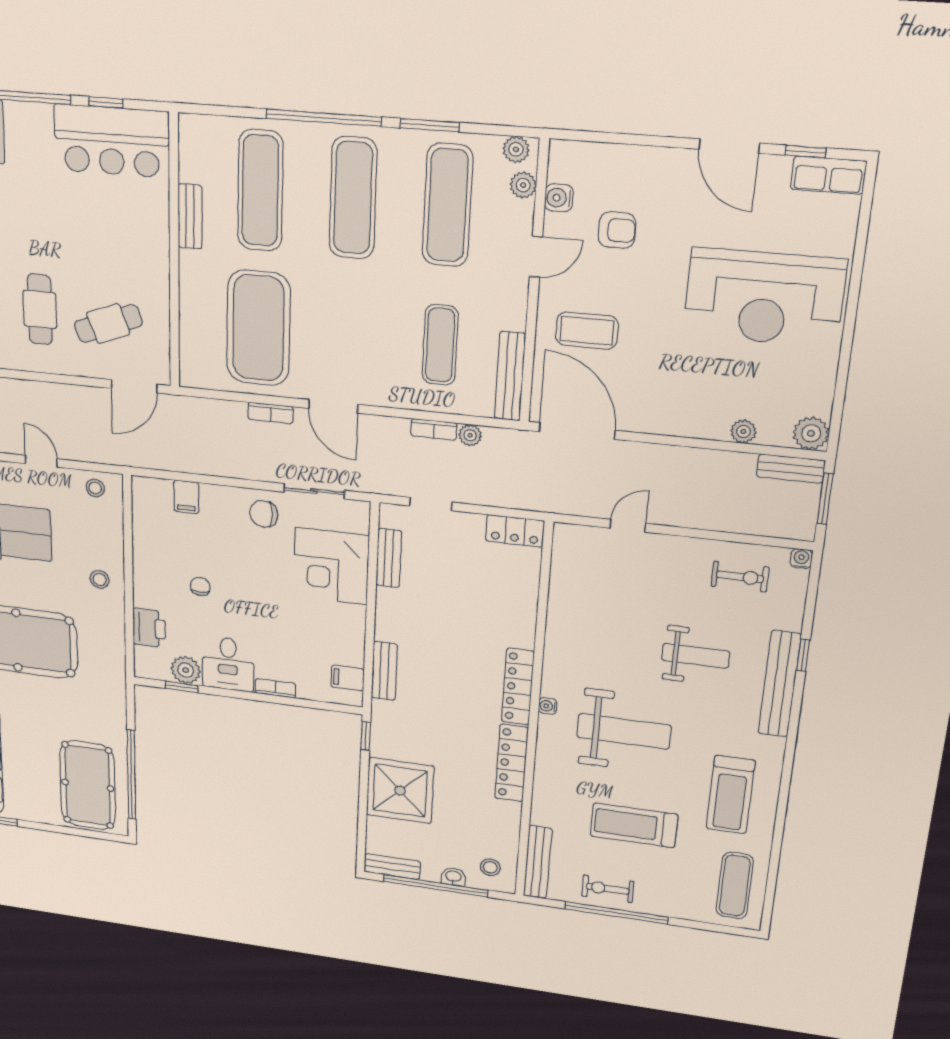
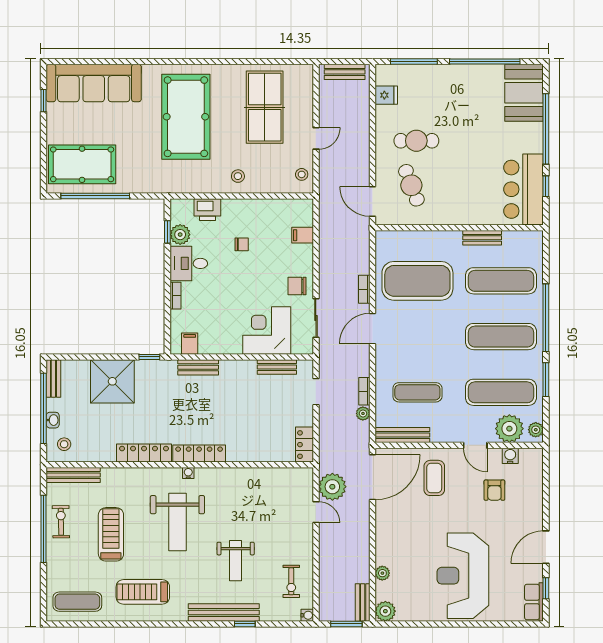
plant: (523, 185) -> (509, 429), width x1.87, depth x1.87
plant: (588, 496) -> (332, 487), added
chair: (264, 514) -> (297, 286), turned -90

